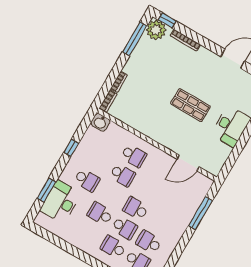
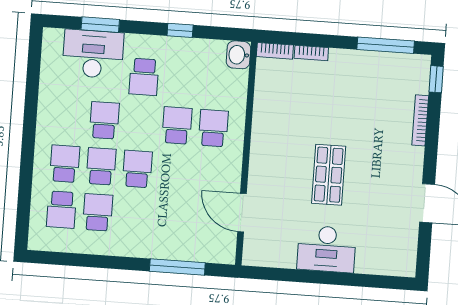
plant: (156, 30) -> (414, 70), removed
school desk: (134, 156) -> (213, 128), turned 180
school desk: (123, 175) -> (177, 126), turned 180
school desk: (124, 228) -> (101, 166), turned 180

